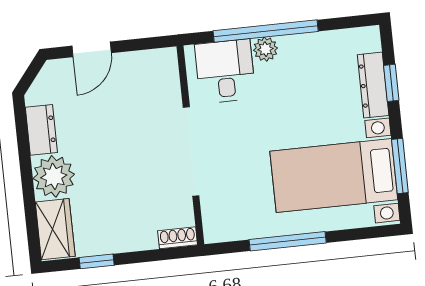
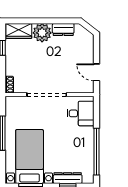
window: (266, 31) -> (96, 152), moved
door: (92, 49) -> (96, 72), moved
plant: (265, 49) -> (88, 132), removed

